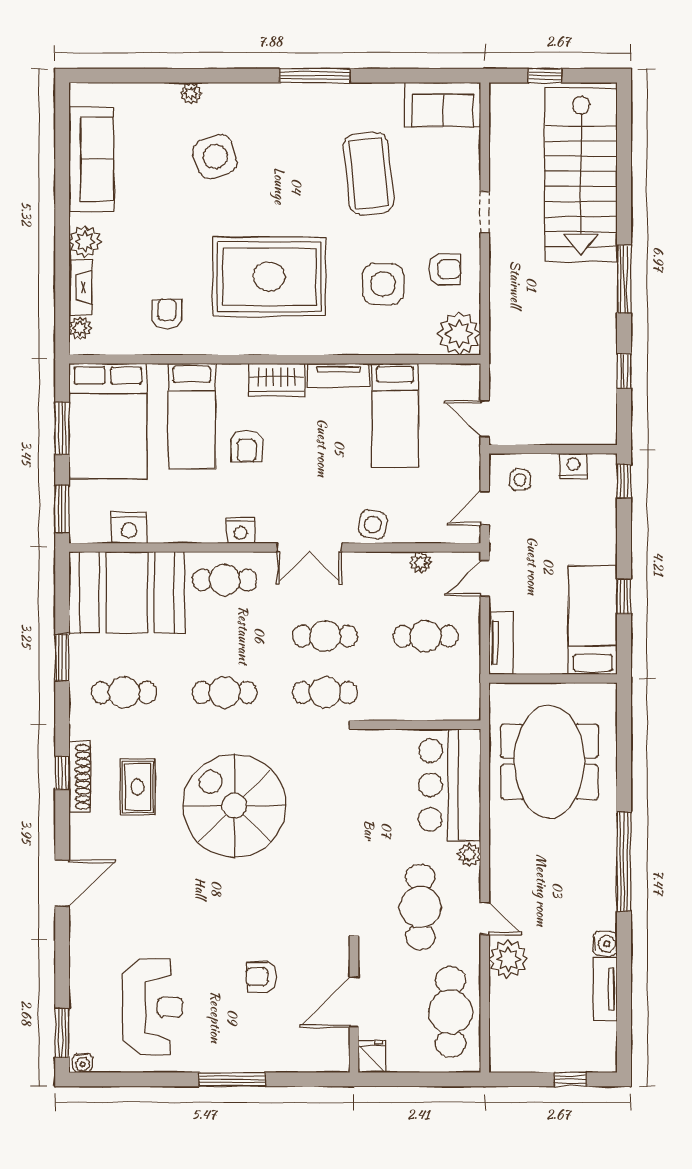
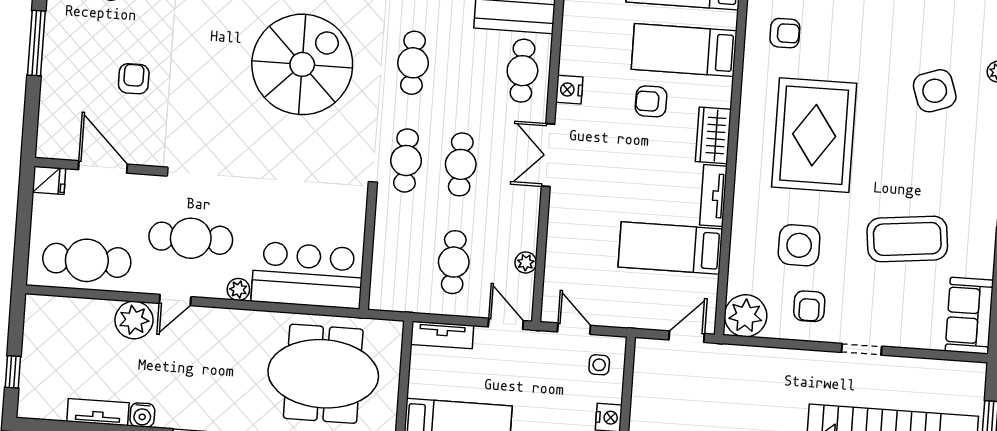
door: (485, 419) -> (687, 337), moved
side table: (373, 524) -> (566, 218), removed

